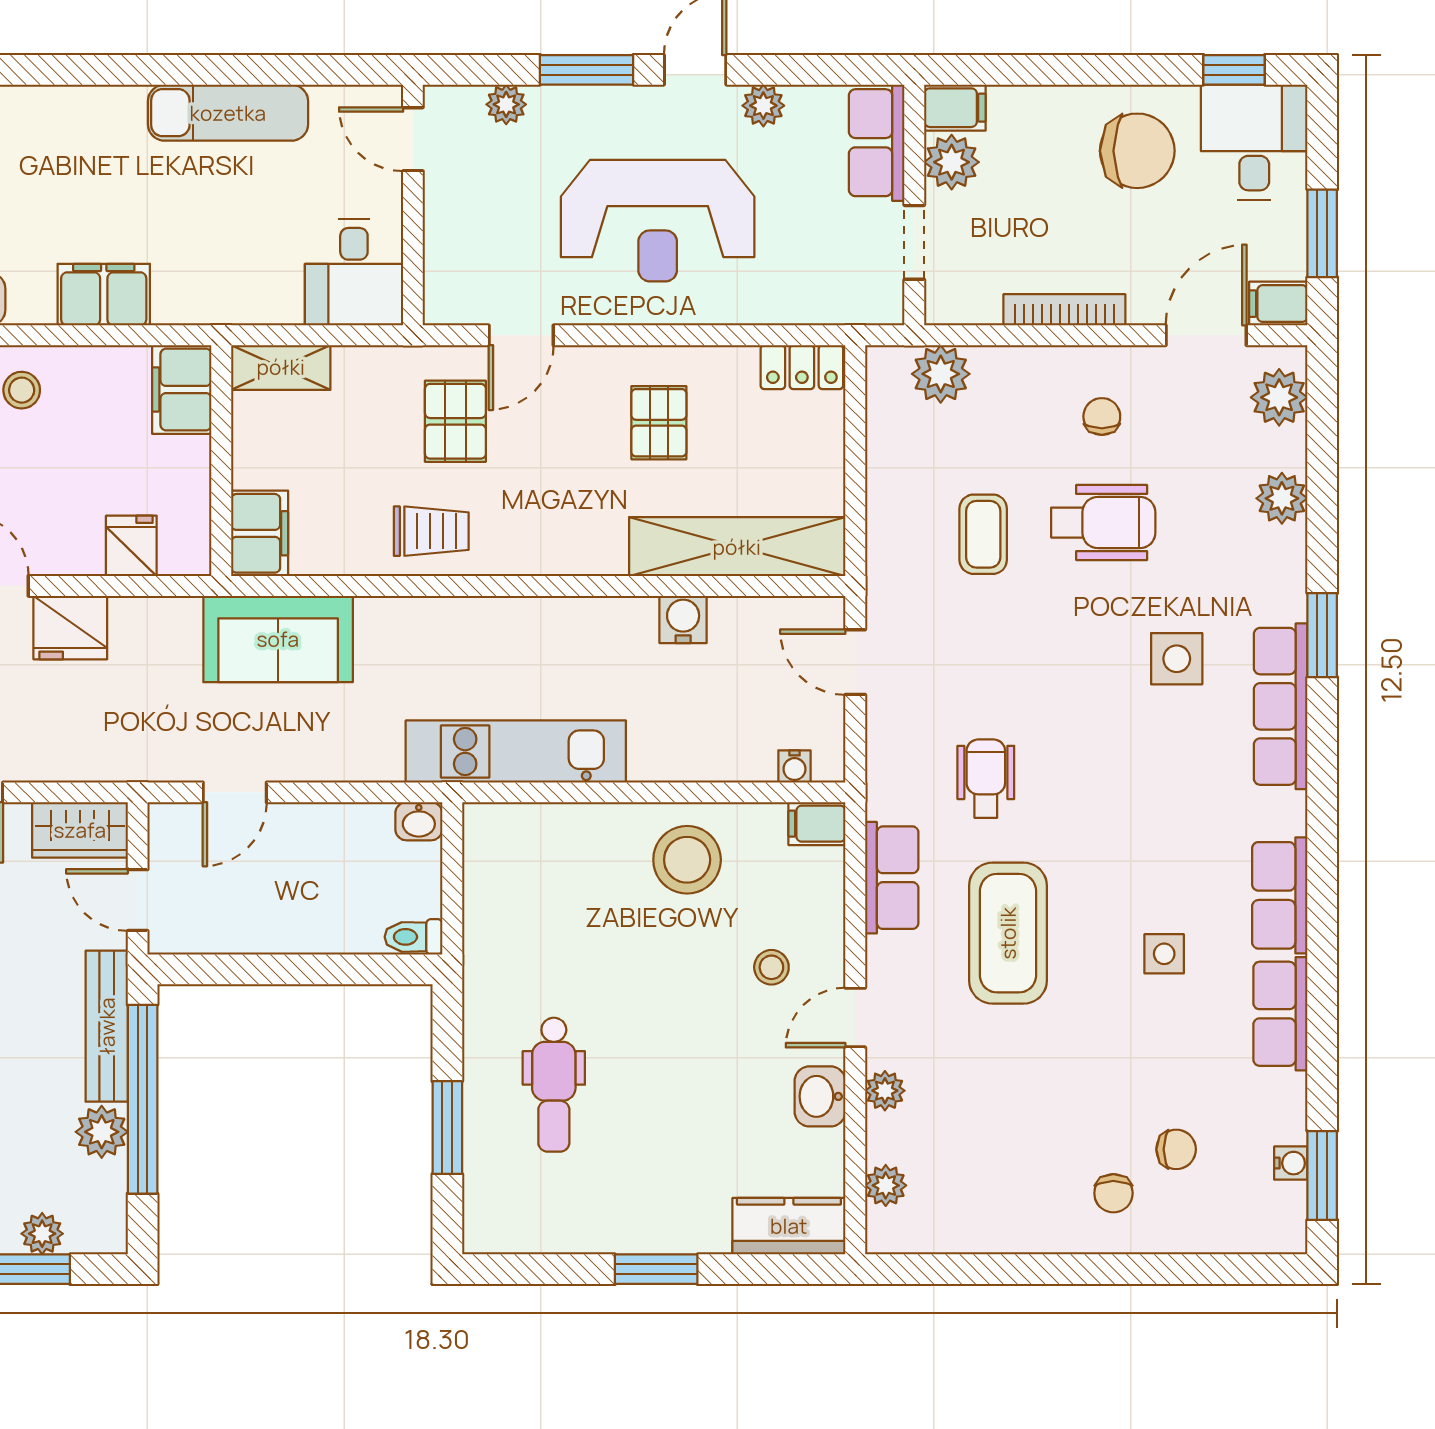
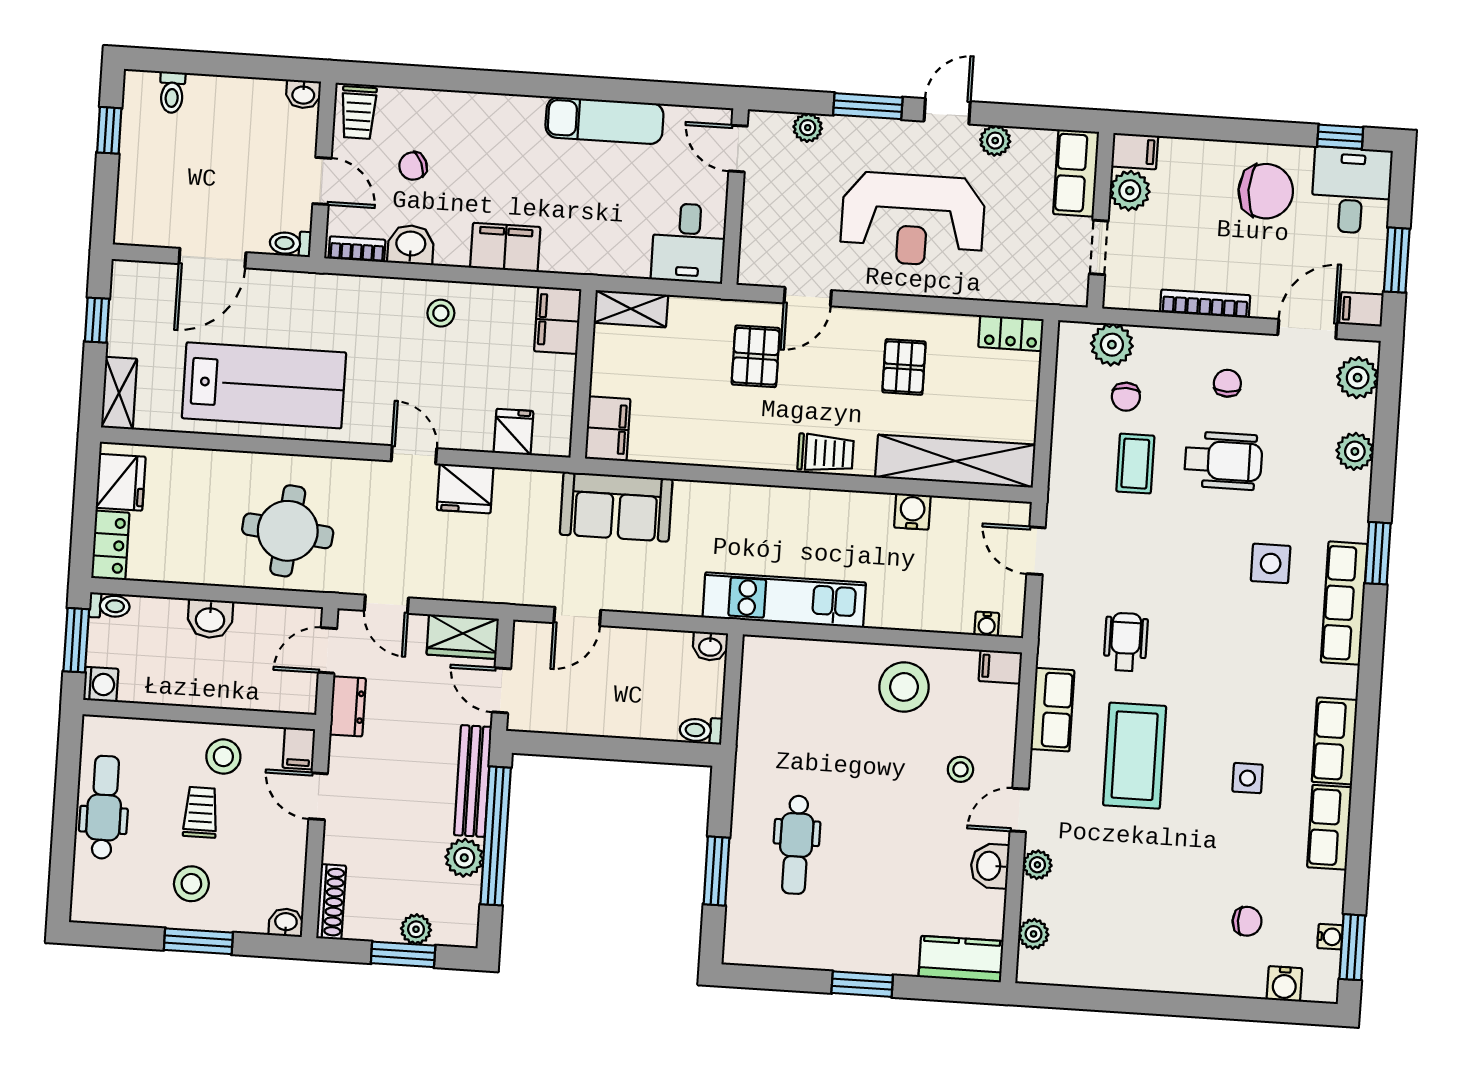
trolley: (431, 531) -> (826, 453), moved
chair: (1113, 1193) -> (1126, 397), moved
water cooler: (1233, 1232) -> (1284, 984), added

